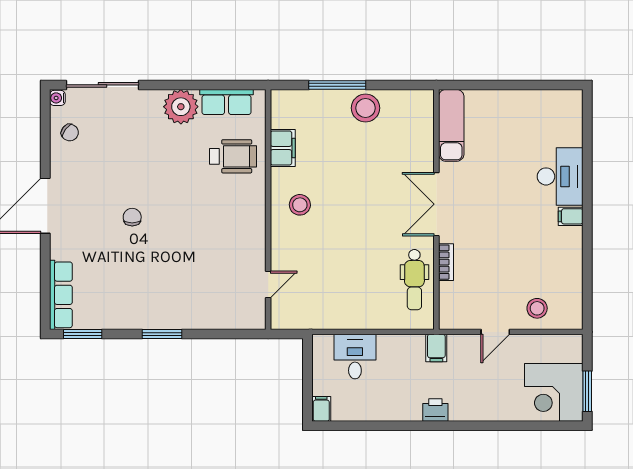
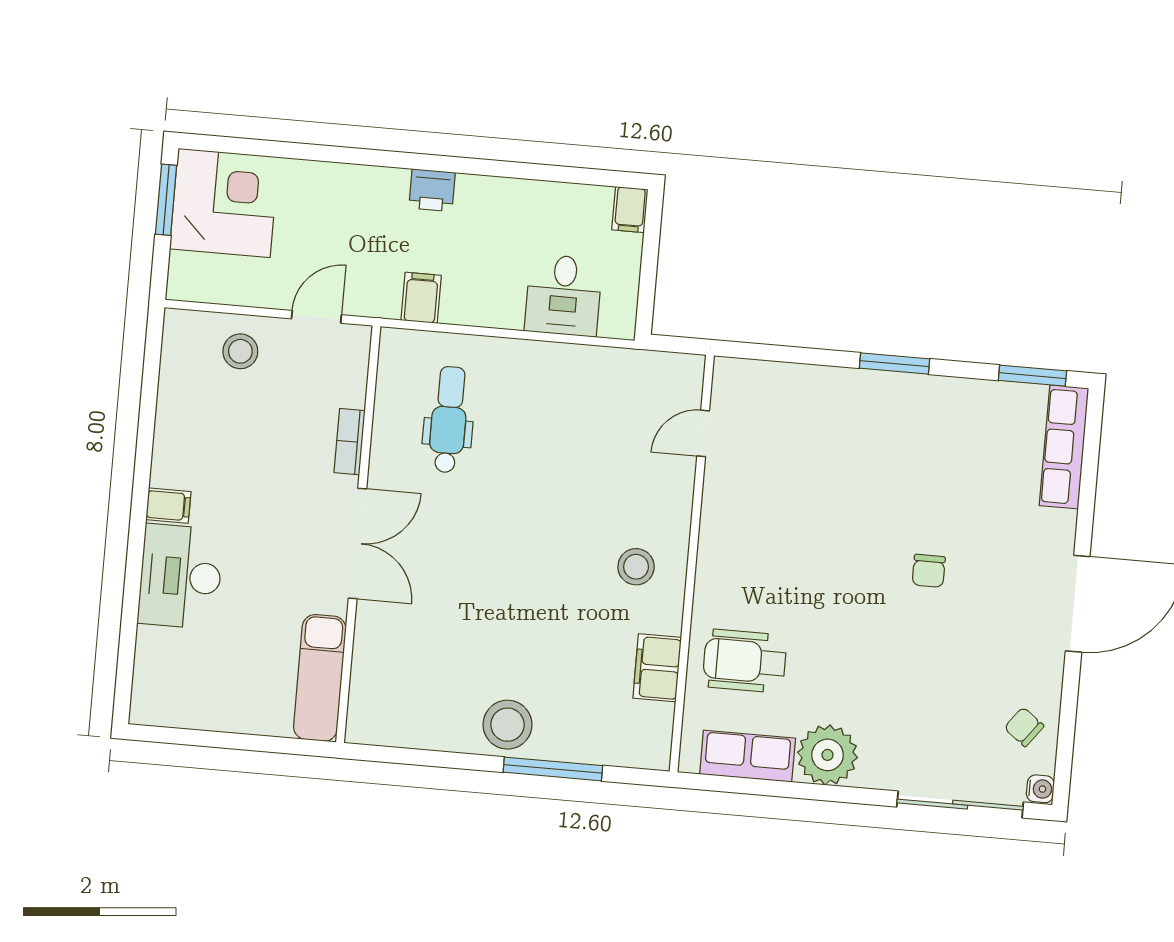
exam couch: (451, 125) -> (320, 678), moved
double door: (436, 204) -> (357, 543), moved
wall: (436, 209) -> (358, 534), moved
bookcase: (446, 262) -> (350, 442), moved

